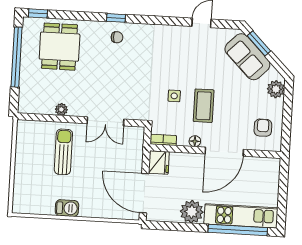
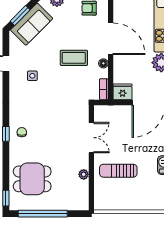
side table: (174, 96) -> (32, 76), moved

